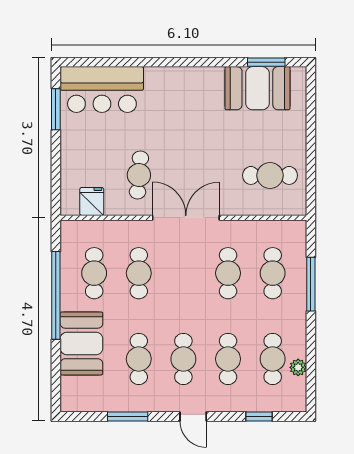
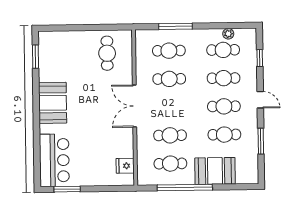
booth: (257, 88) -> (53, 103), moved
cafe table: (139, 175) -> (108, 136), removed
door: (193, 417) -> (260, 100), hinge flipped

